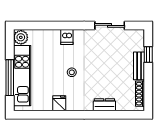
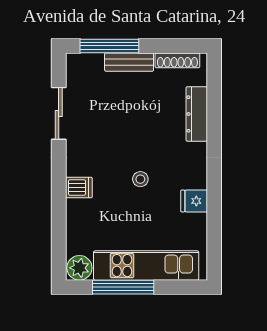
window: (148, 54) -> (109, 46), width x2.17
window: (10, 78) -> (123, 287), moved
dresser: (104, 105) -> (197, 114), width x1.44

